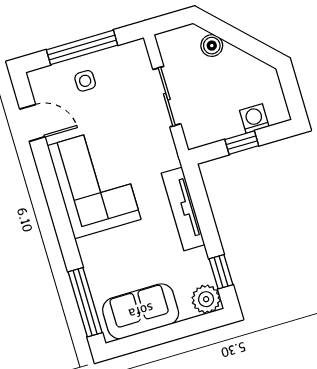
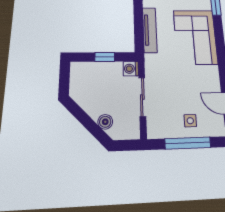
washing machine: (254, 118) -> (131, 69), moved, turned 90
corner sofa: (94, 182) -> (195, 37), moved

